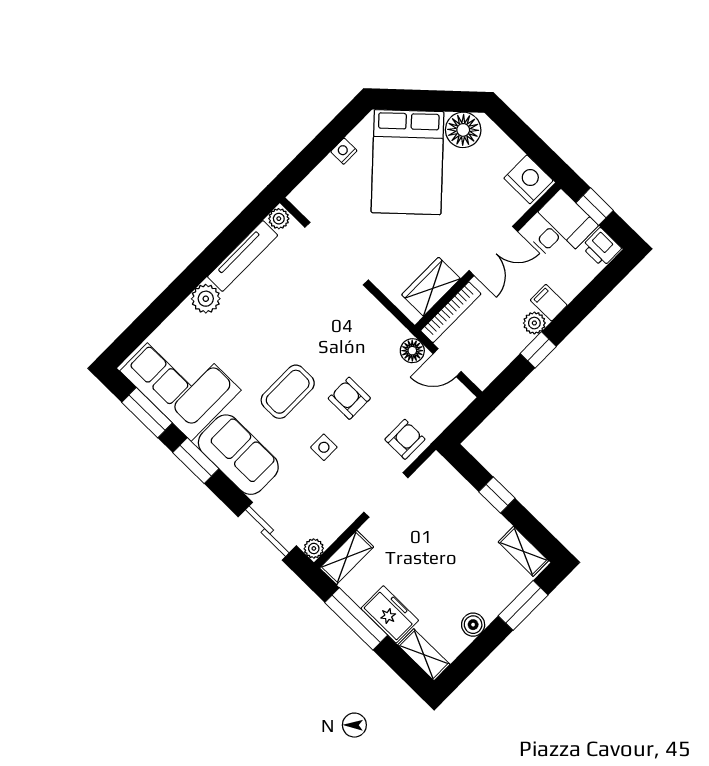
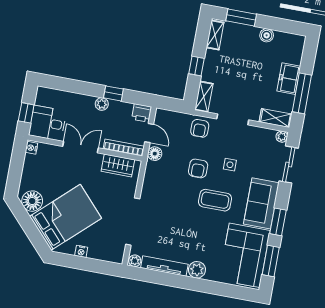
nightstand: (528, 179) -> (31, 148), width x0.53, depth x0.56
printer: (601, 247) -> (142, 113), moved, turned 90
filing cabinet: (549, 303) -> (87, 104), removed
armchair: (405, 439) -> (200, 128), turned -90
shelving: (424, 655) -> (204, 97), moved

